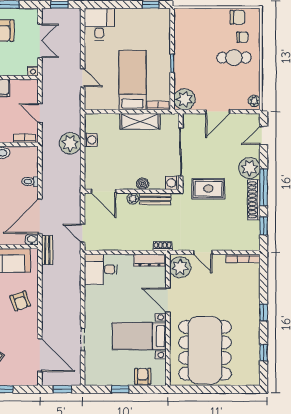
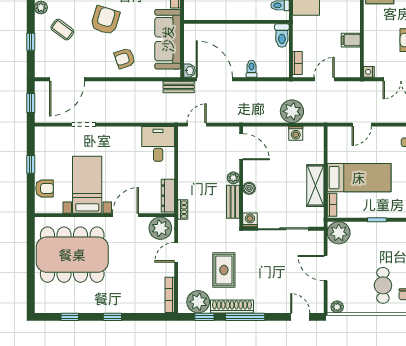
plant: (249, 168) -> (198, 302), moved
rug: (208, 189) -> (224, 270), moved
door: (103, 191) -> (241, 147), swing flipped

